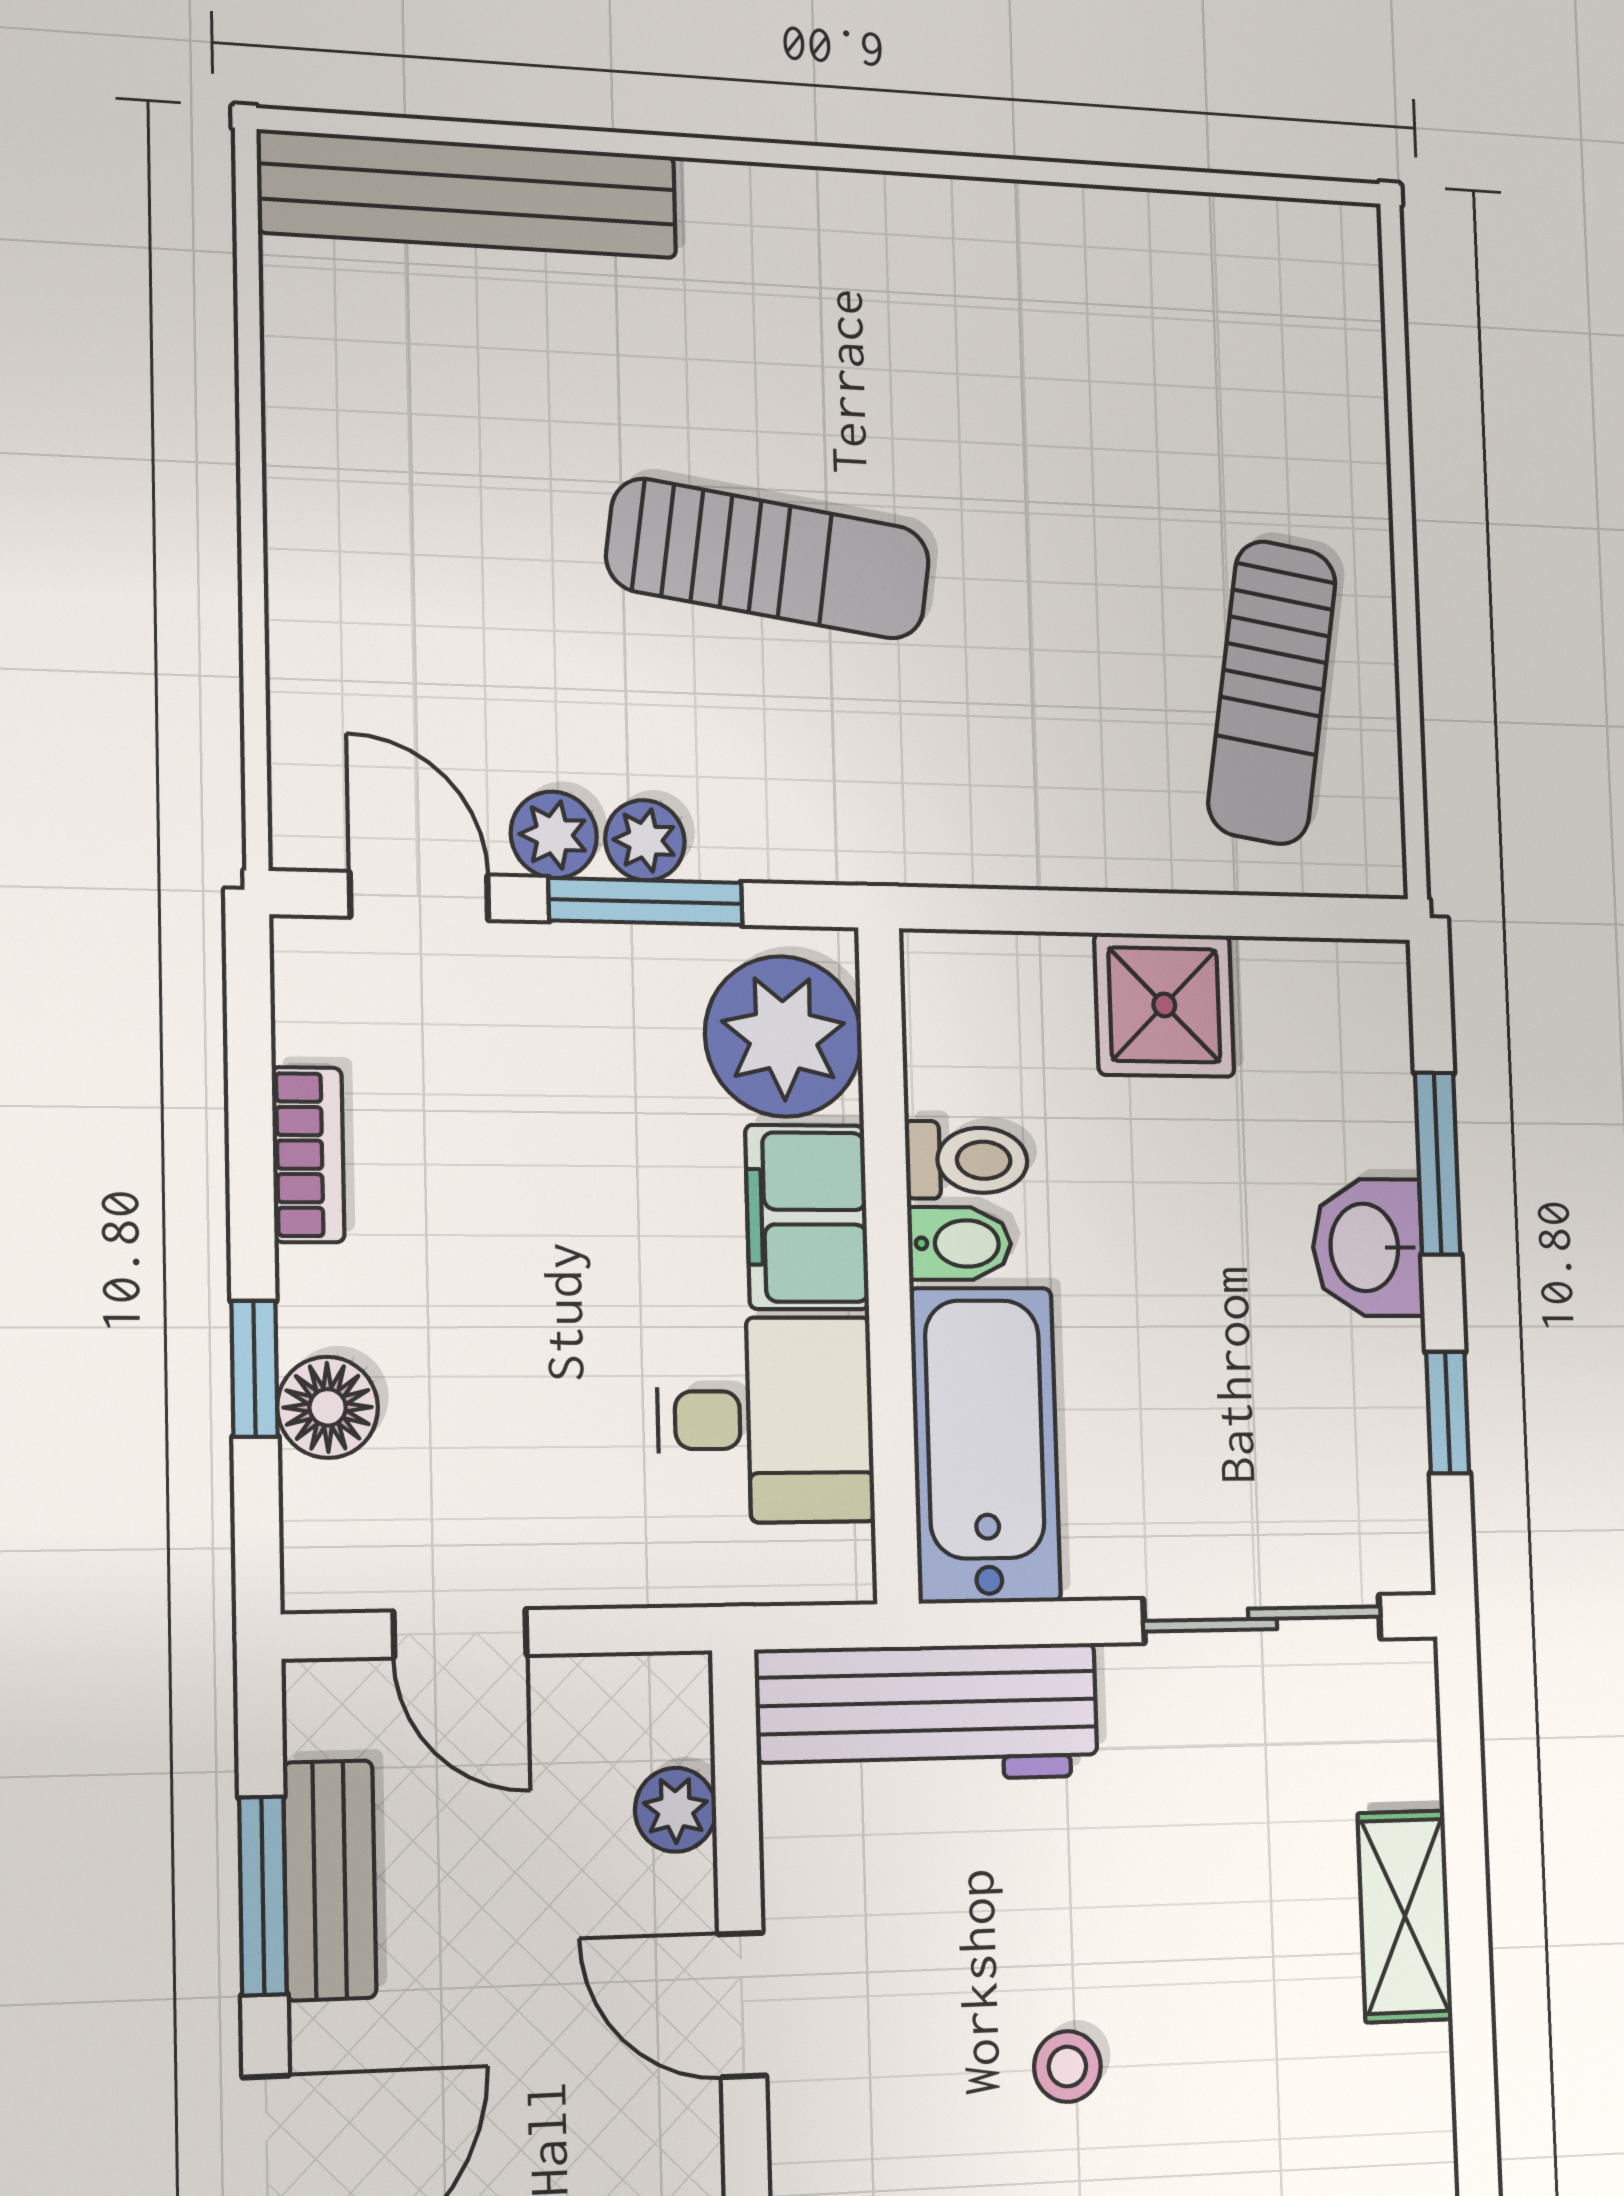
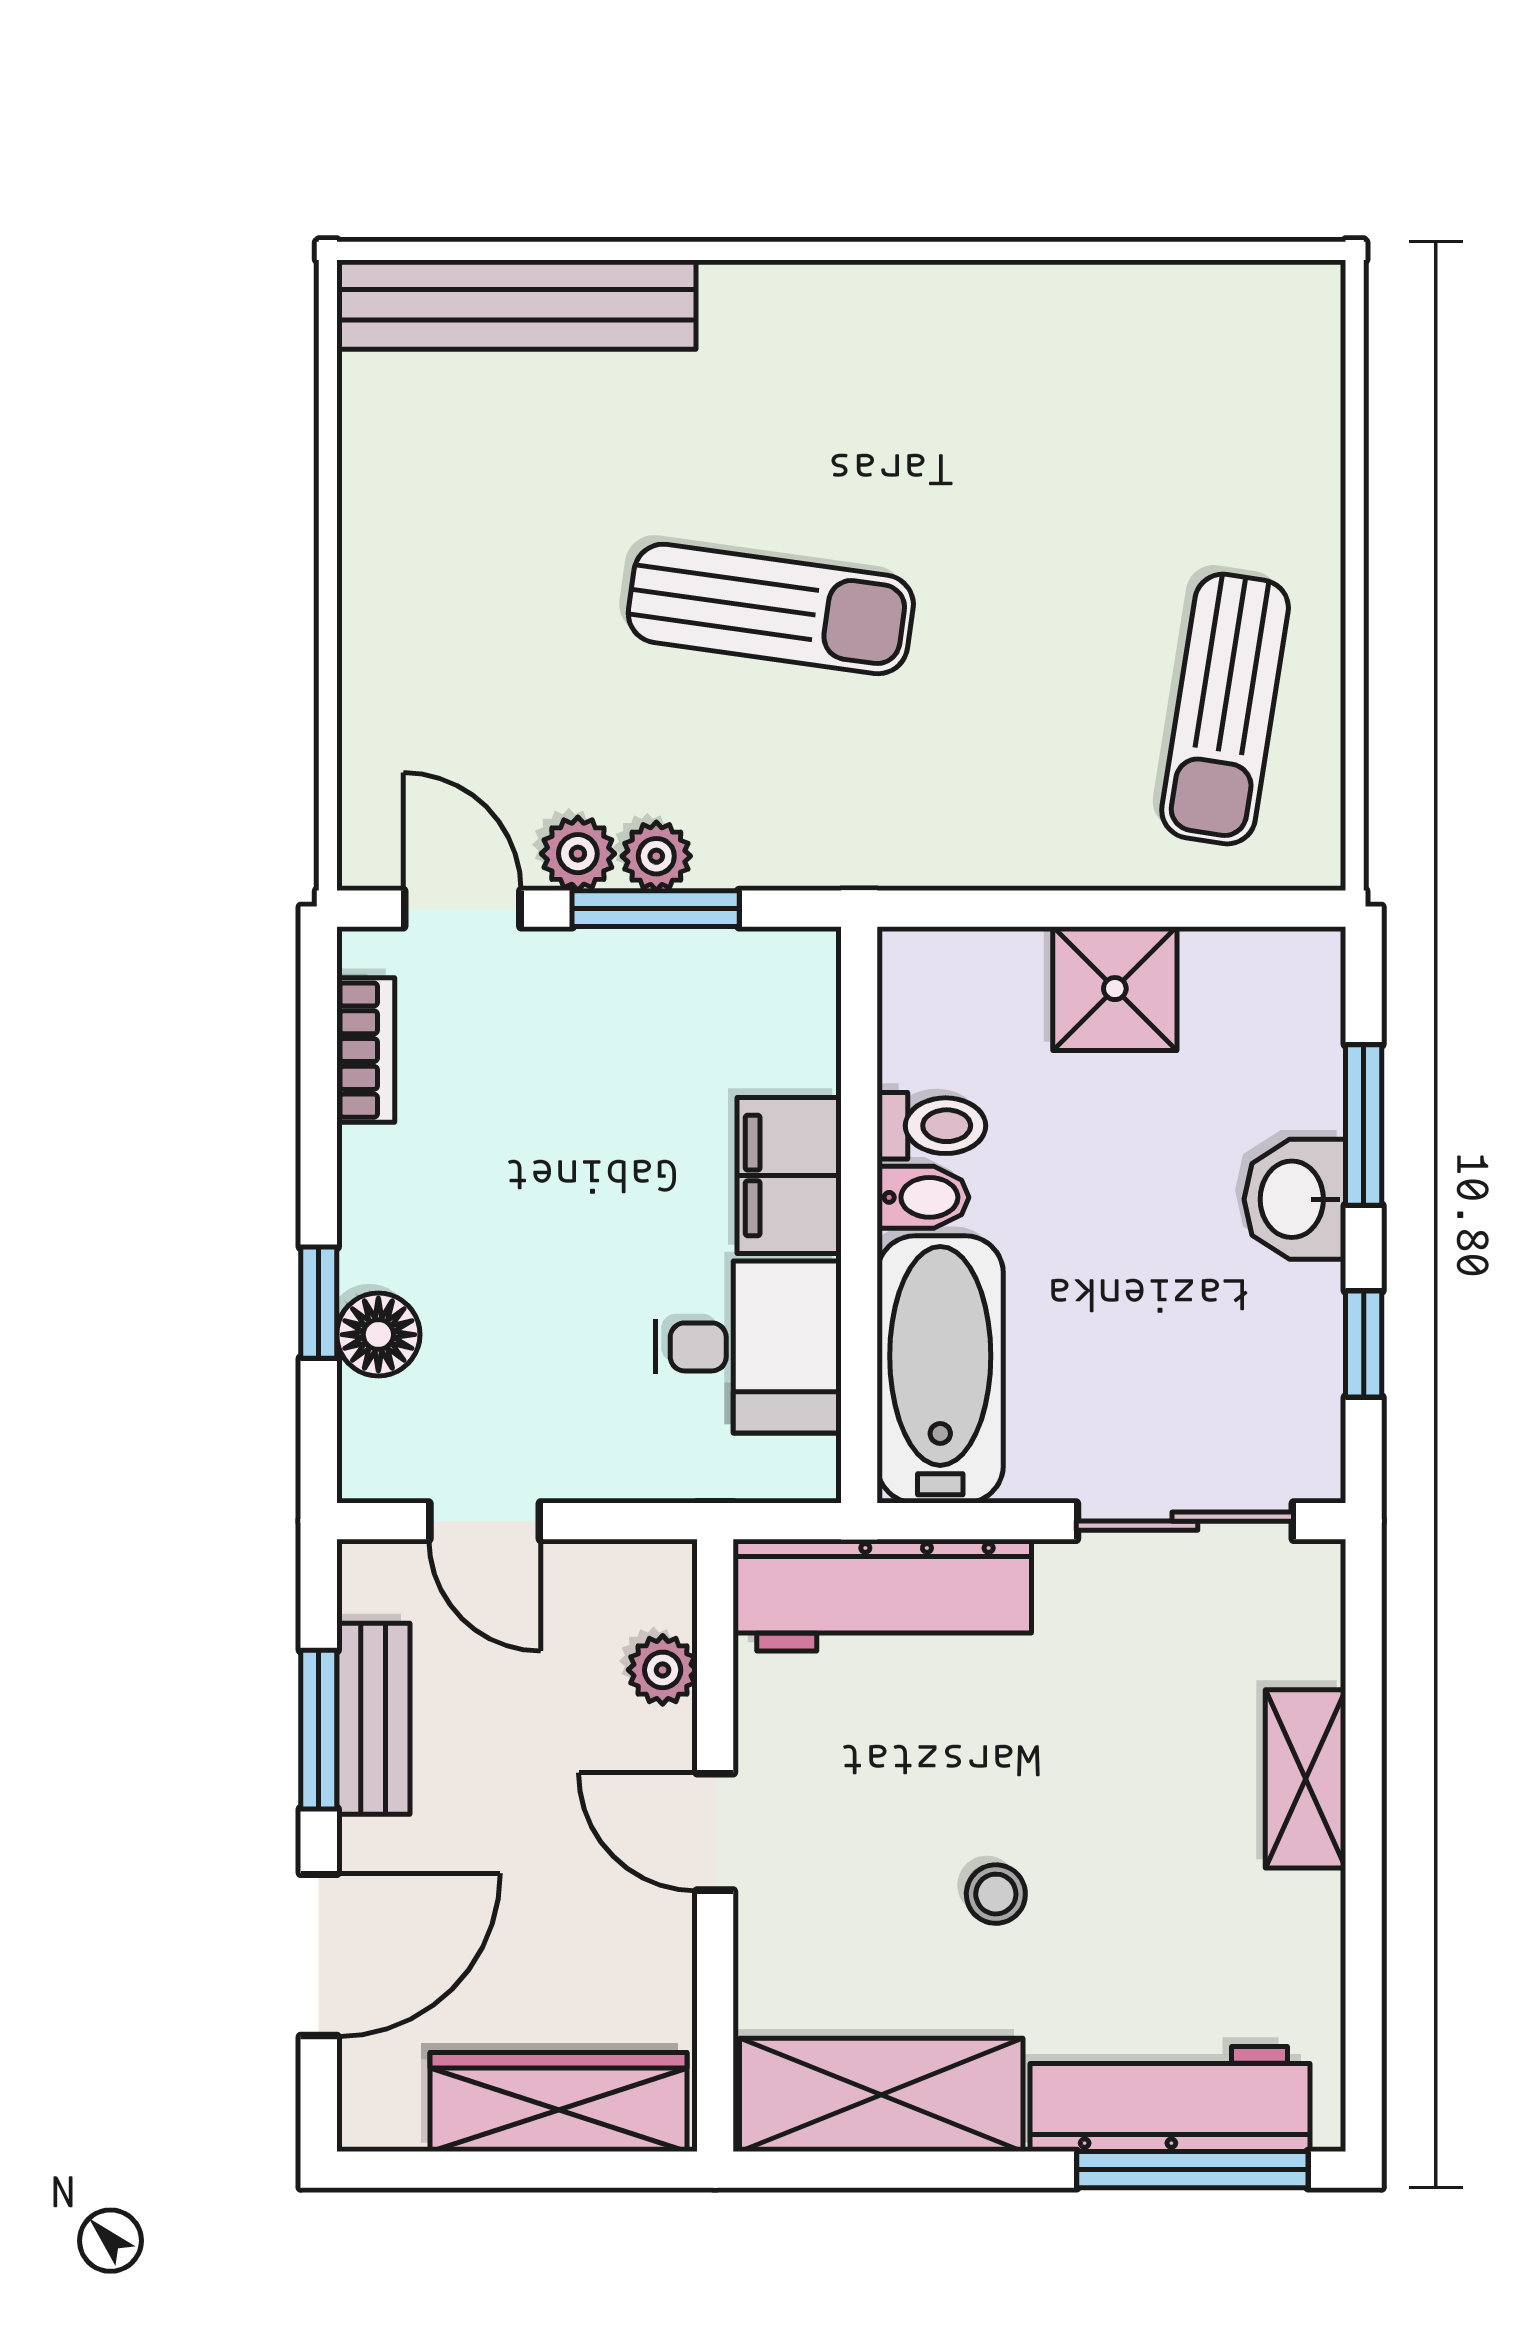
plant: (783, 1036) -> (773, 1022), removed
bookcase: (308, 1155) -> (366, 1050), moved

